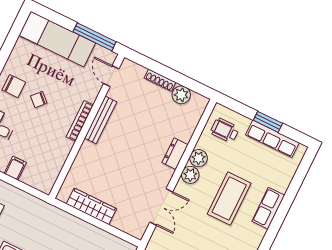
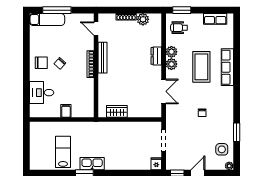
window: (95, 37) -> (57, 10), moved
exam couch: (57, 39) -> (47, 19), width x0.73, depth x0.69
window: (268, 122) -> (182, 10), moved
row of seats: (272, 139) -> (215, 19), width x0.68
wardrobe: (91, 206) -> (117, 111), width x0.67
row of seats: (268, 208) -> (227, 67), width x1.48

